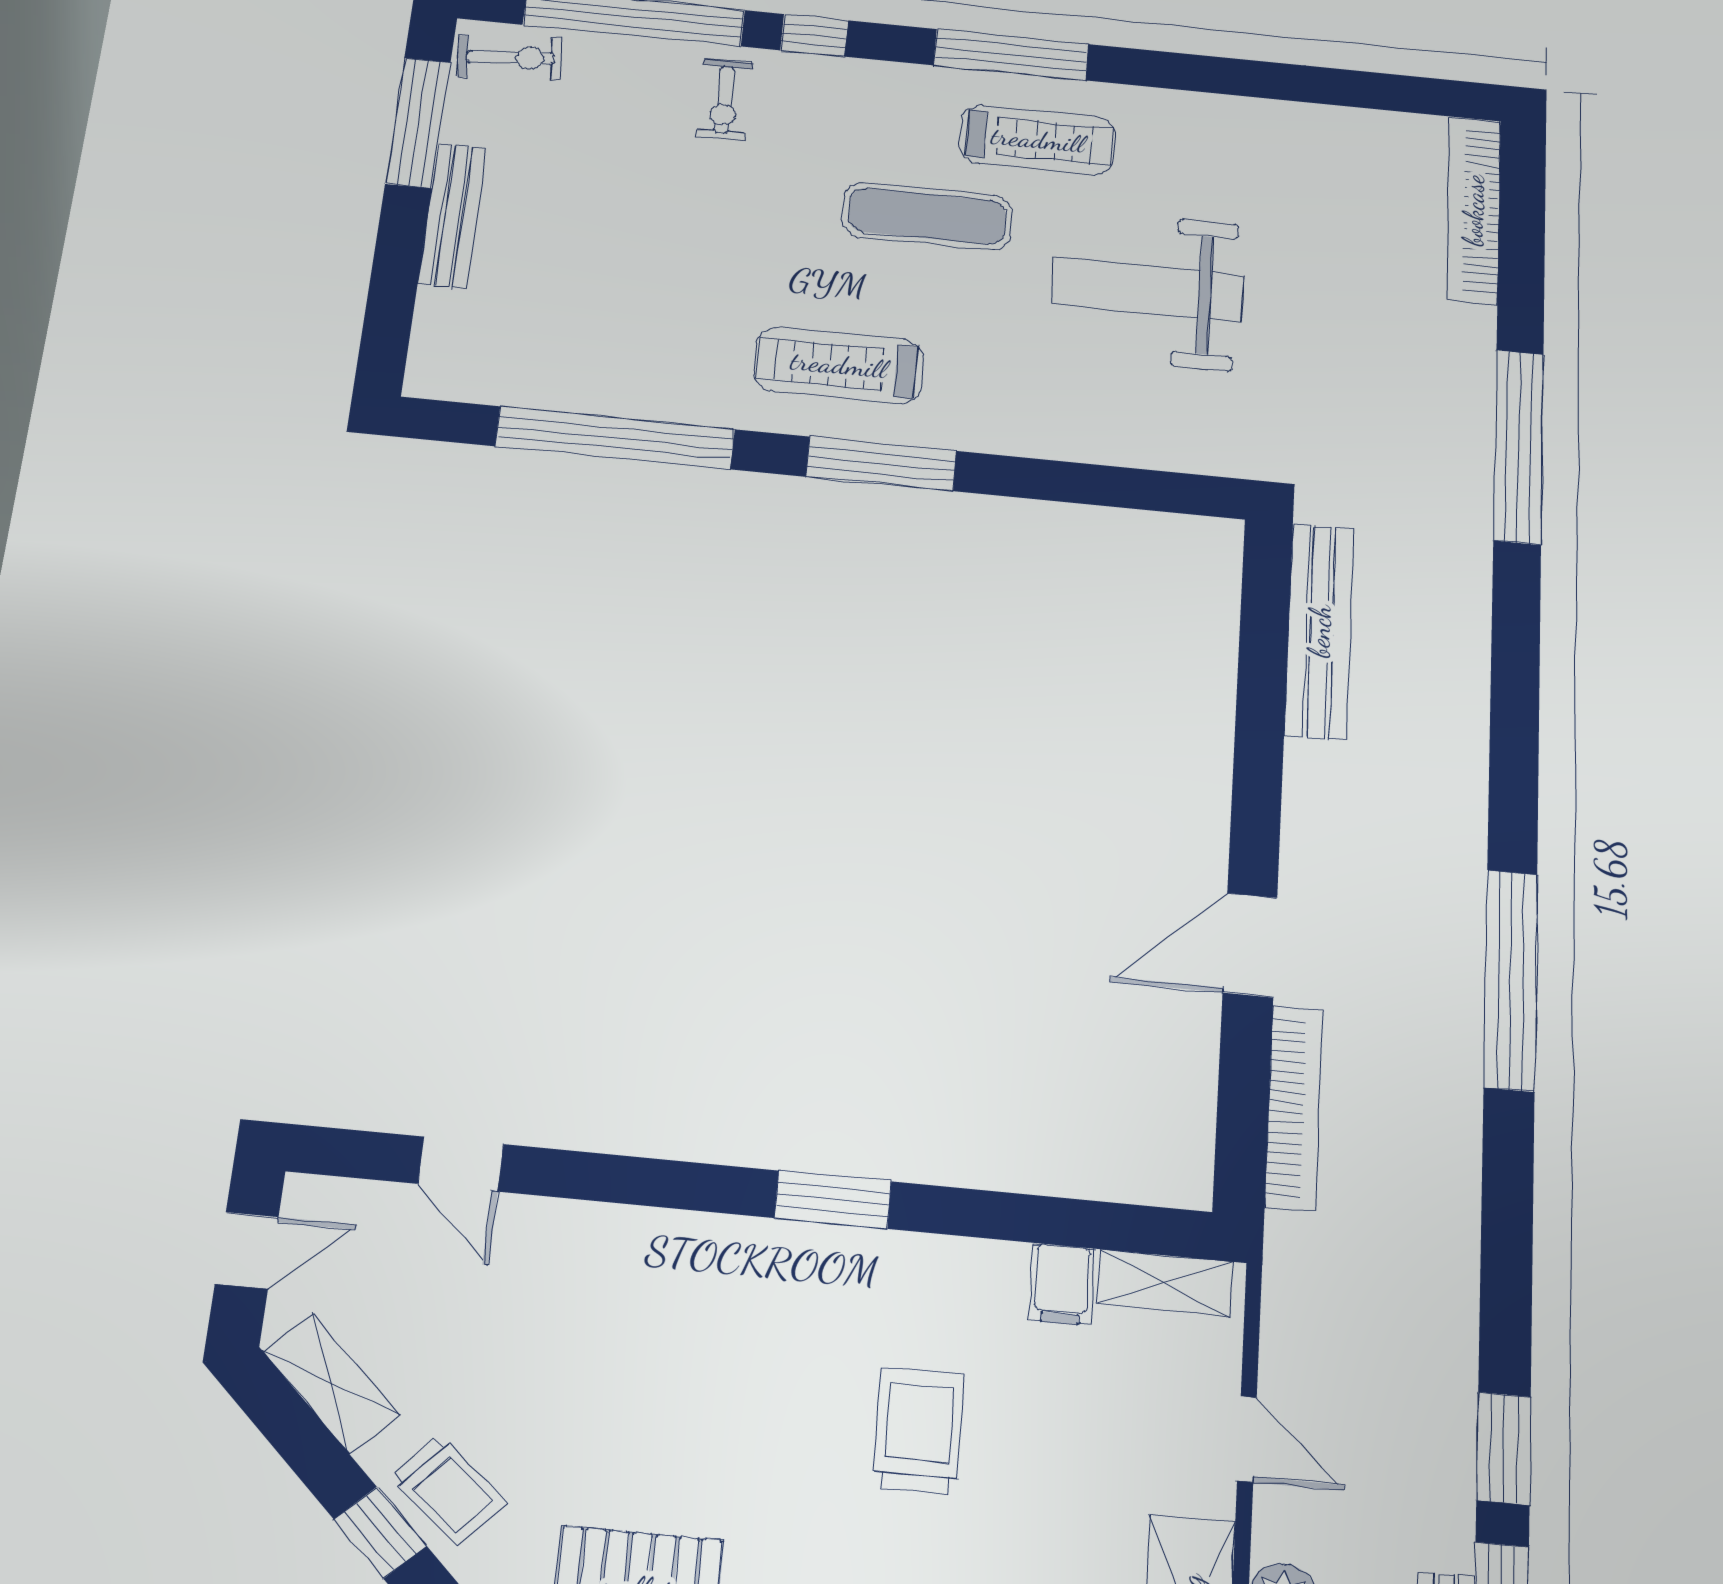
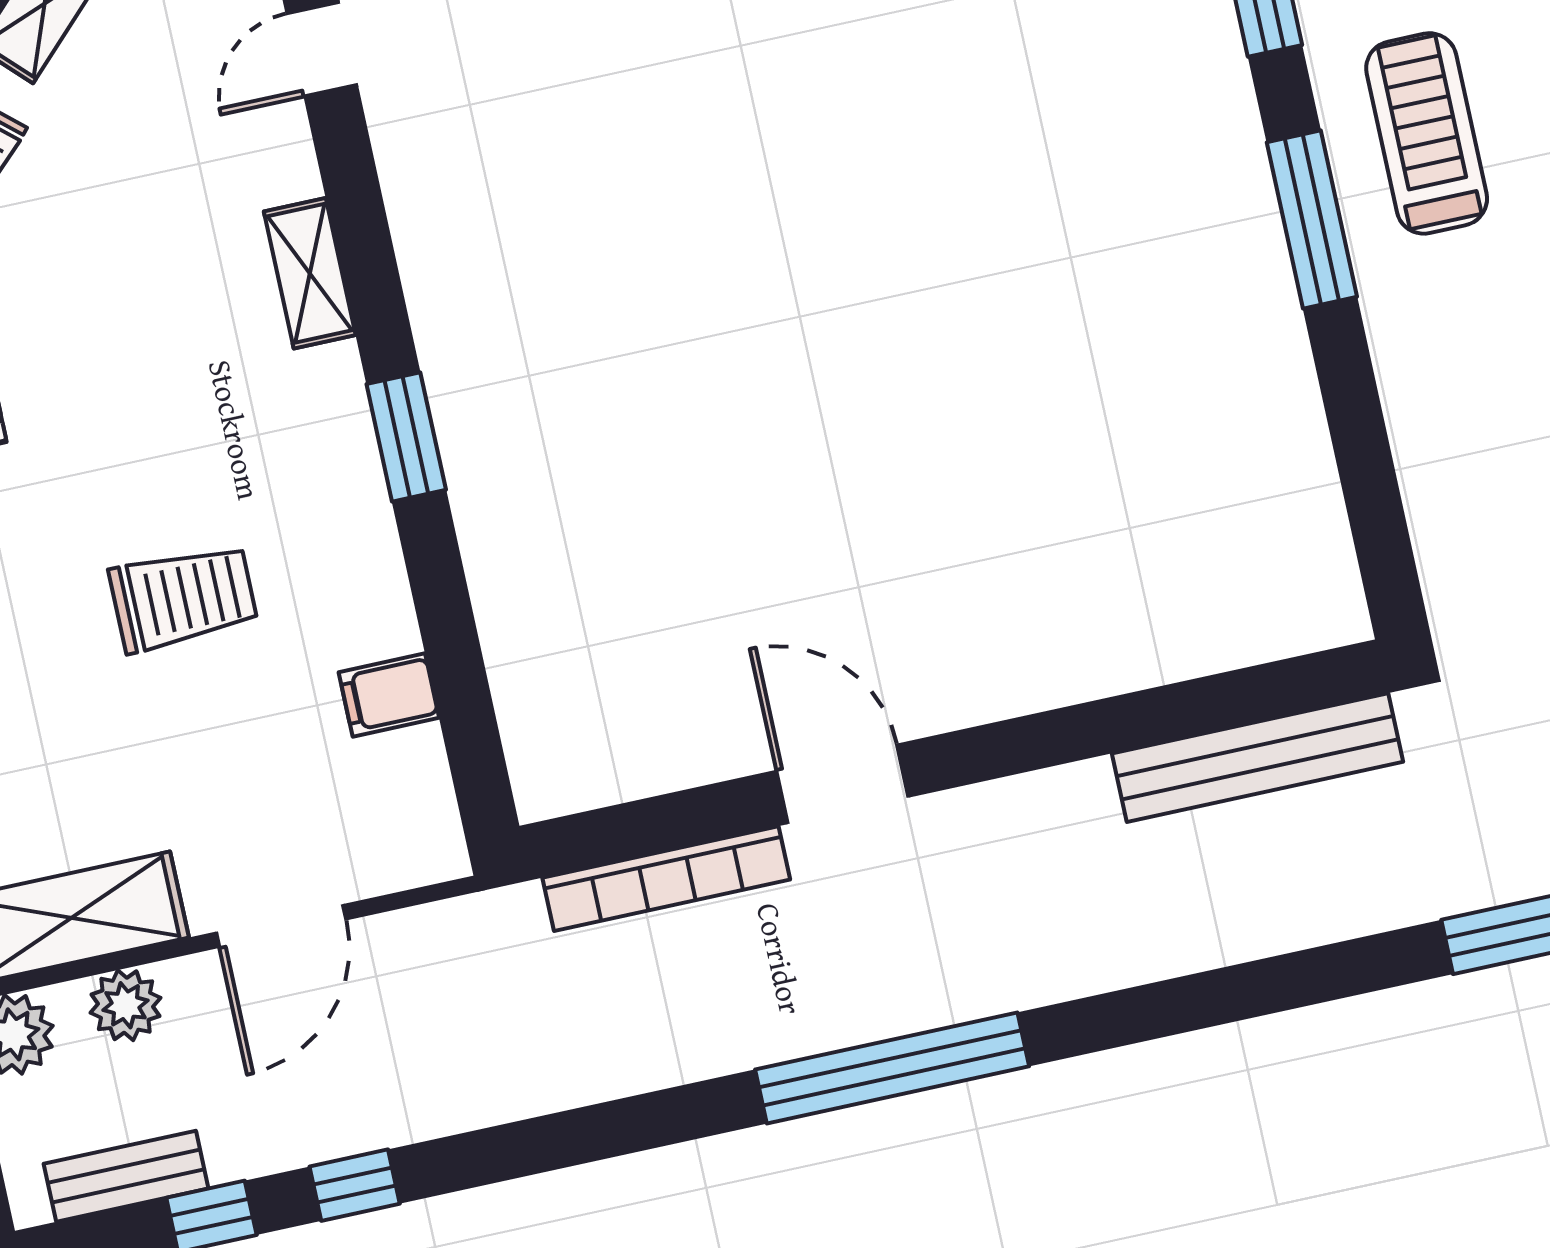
shelving: (1165, 1283) -> (310, 273), moved
door: (1247, 1439) -> (281, 926), width x1.38
window: (1504, 1448) -> (355, 1185), width x0.67

